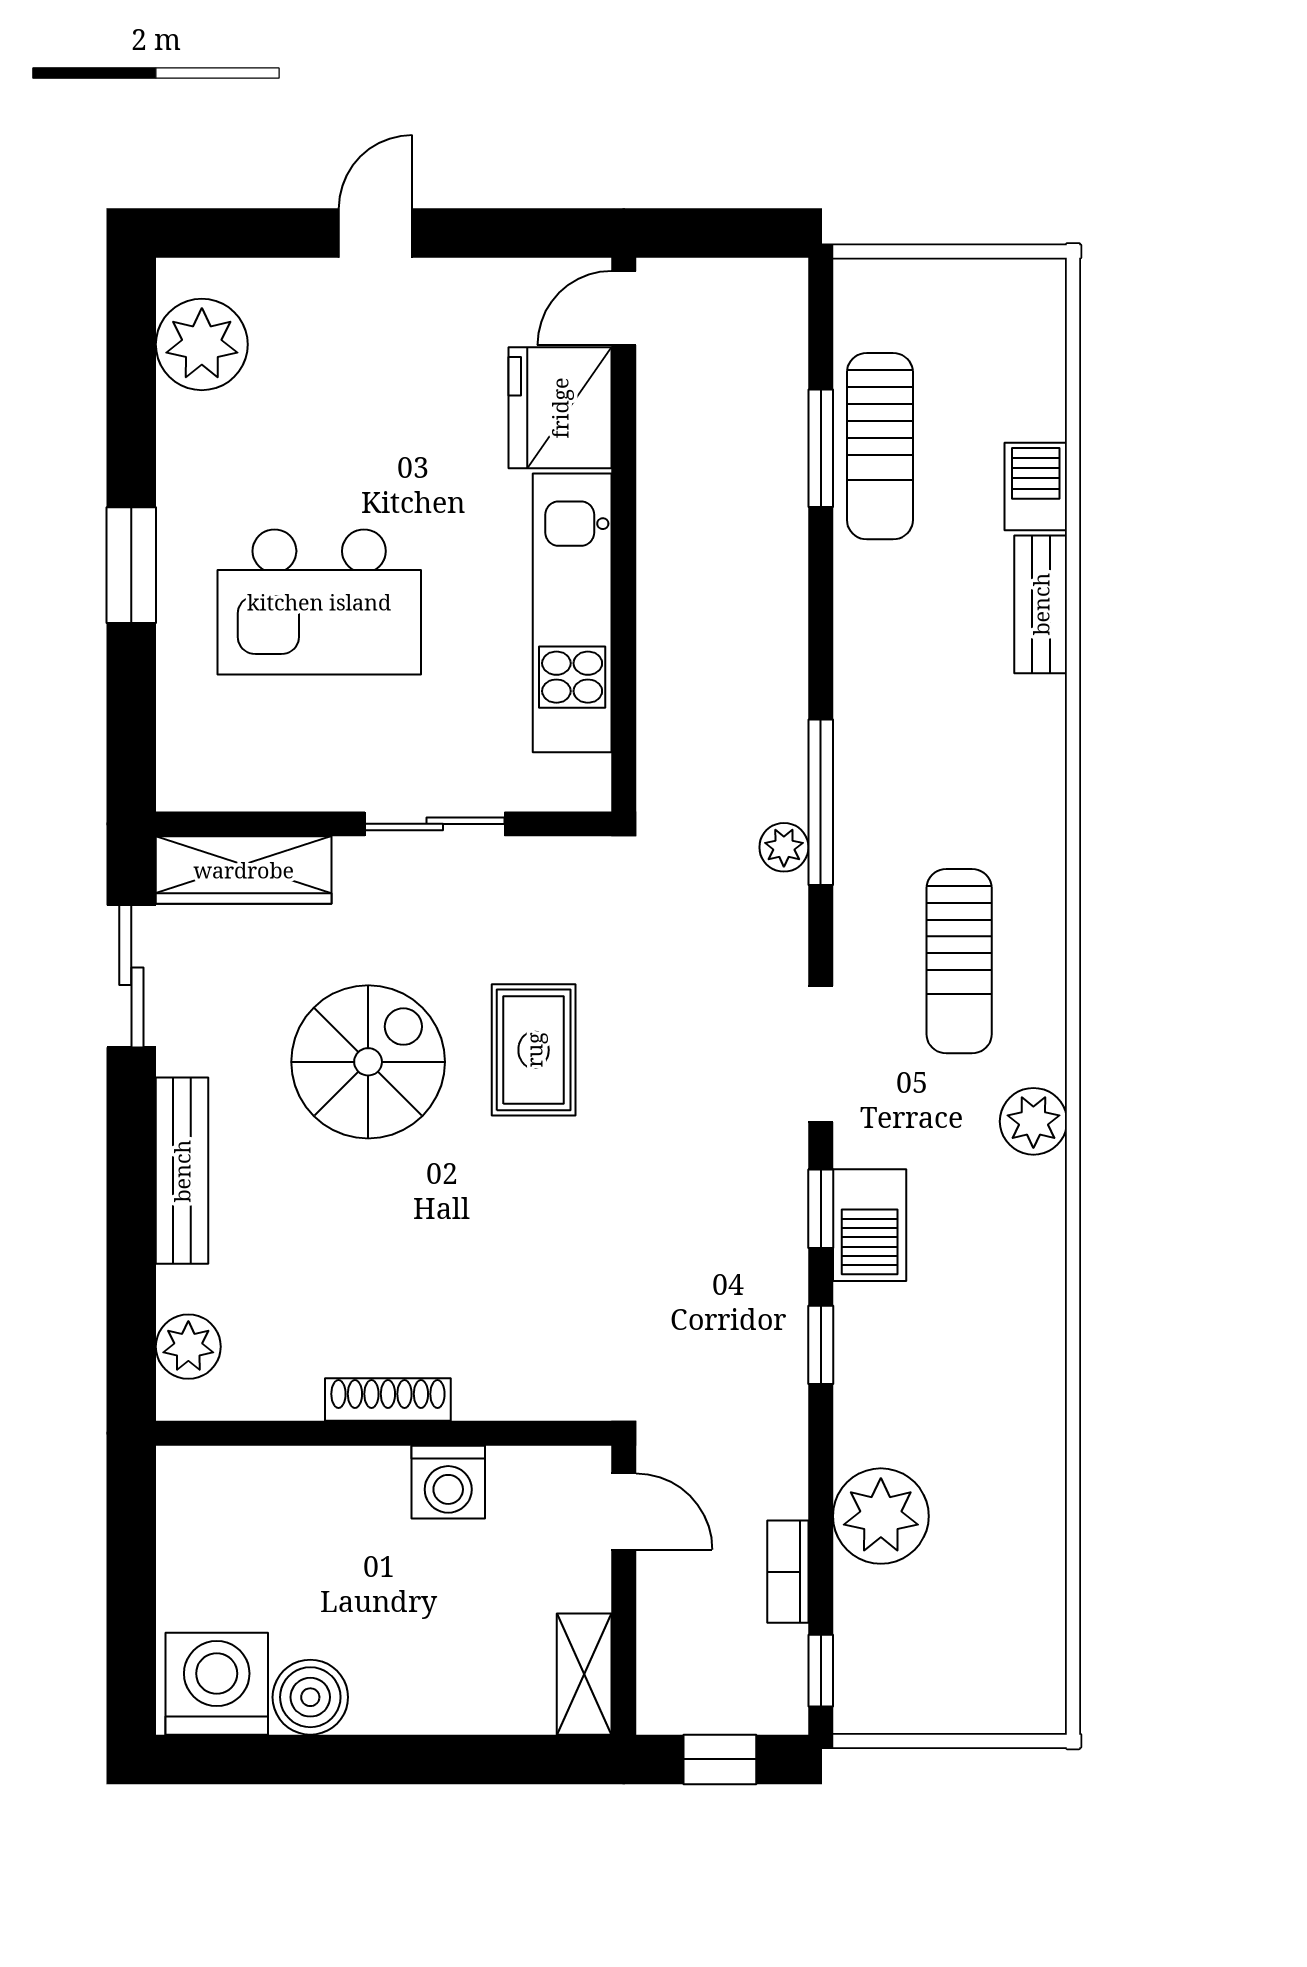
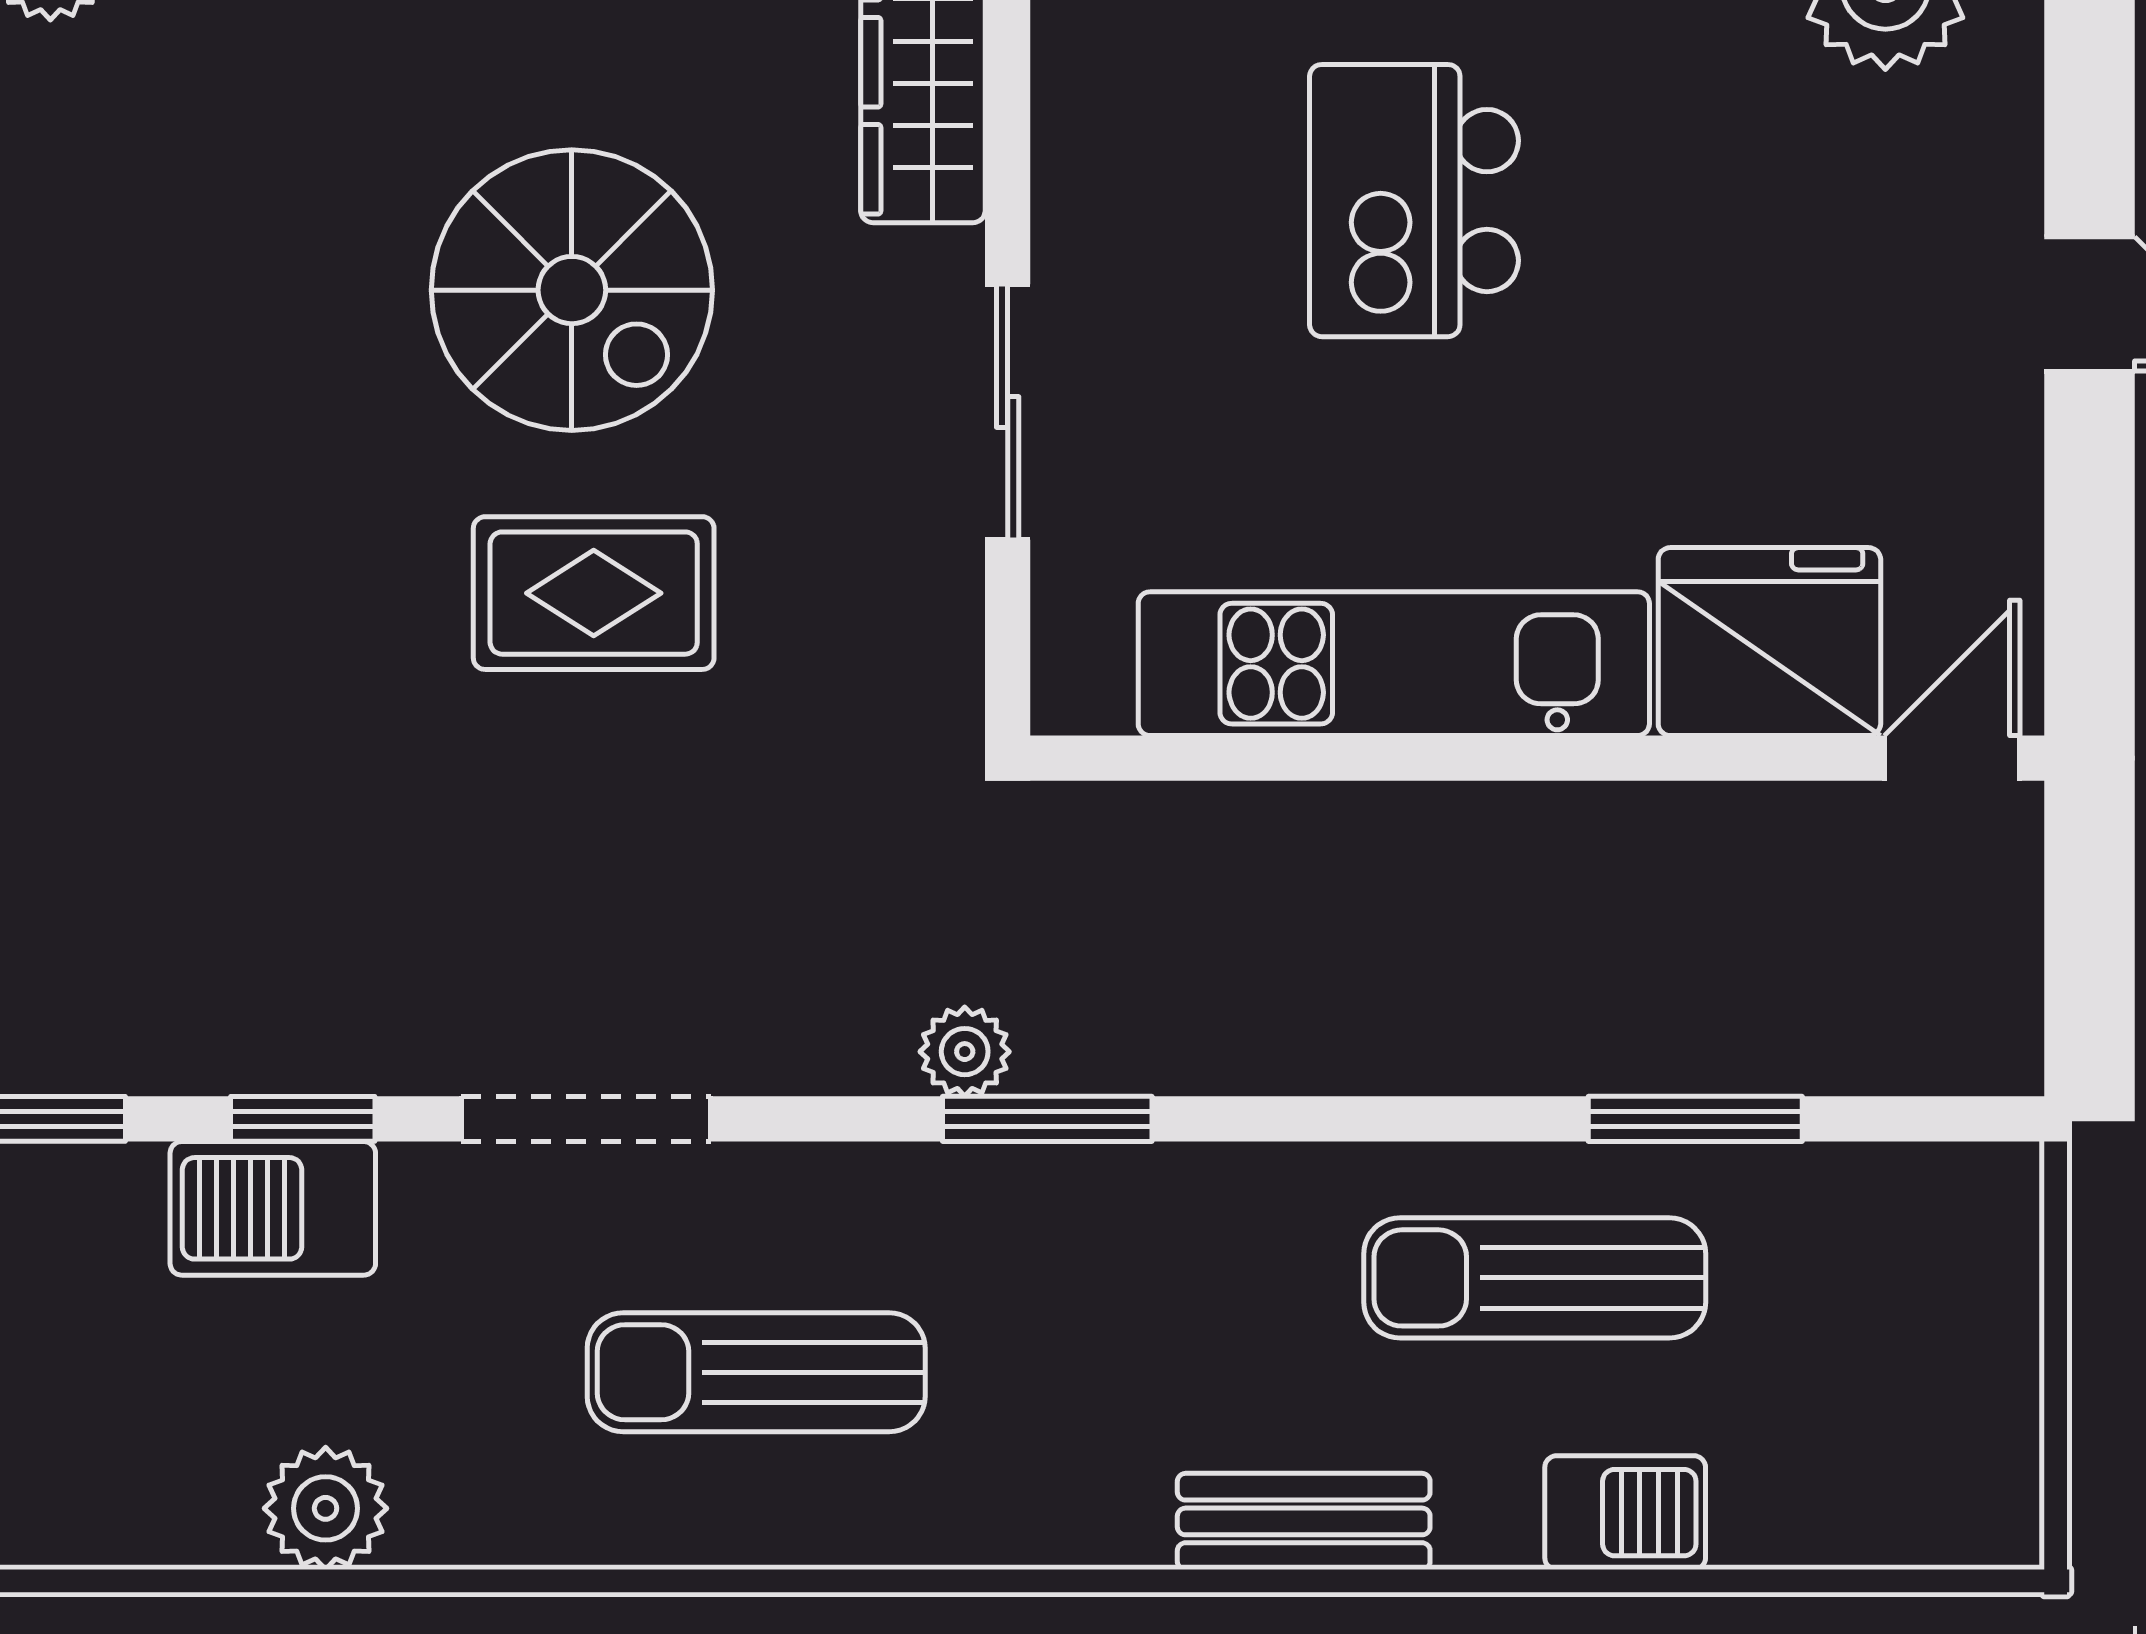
door: (624, 308) -> (1952, 758), hinge flipped
sun lounger: (880, 446) -> (1535, 1278), moved
kitchen island: (319, 602) -> (1414, 201), width x0.73, depth x0.78
bench: (1041, 604) -> (1304, 1521), moved
window: (821, 802) -> (1047, 1119), width x0.69
plant: (1033, 1121) -> (326, 1508), moved

